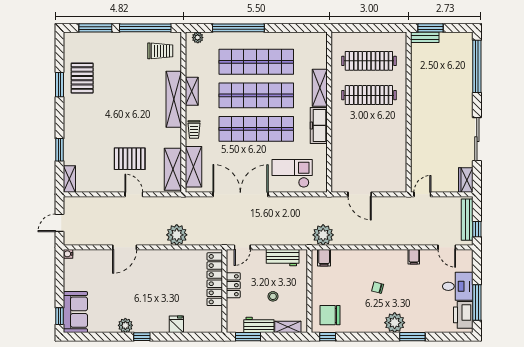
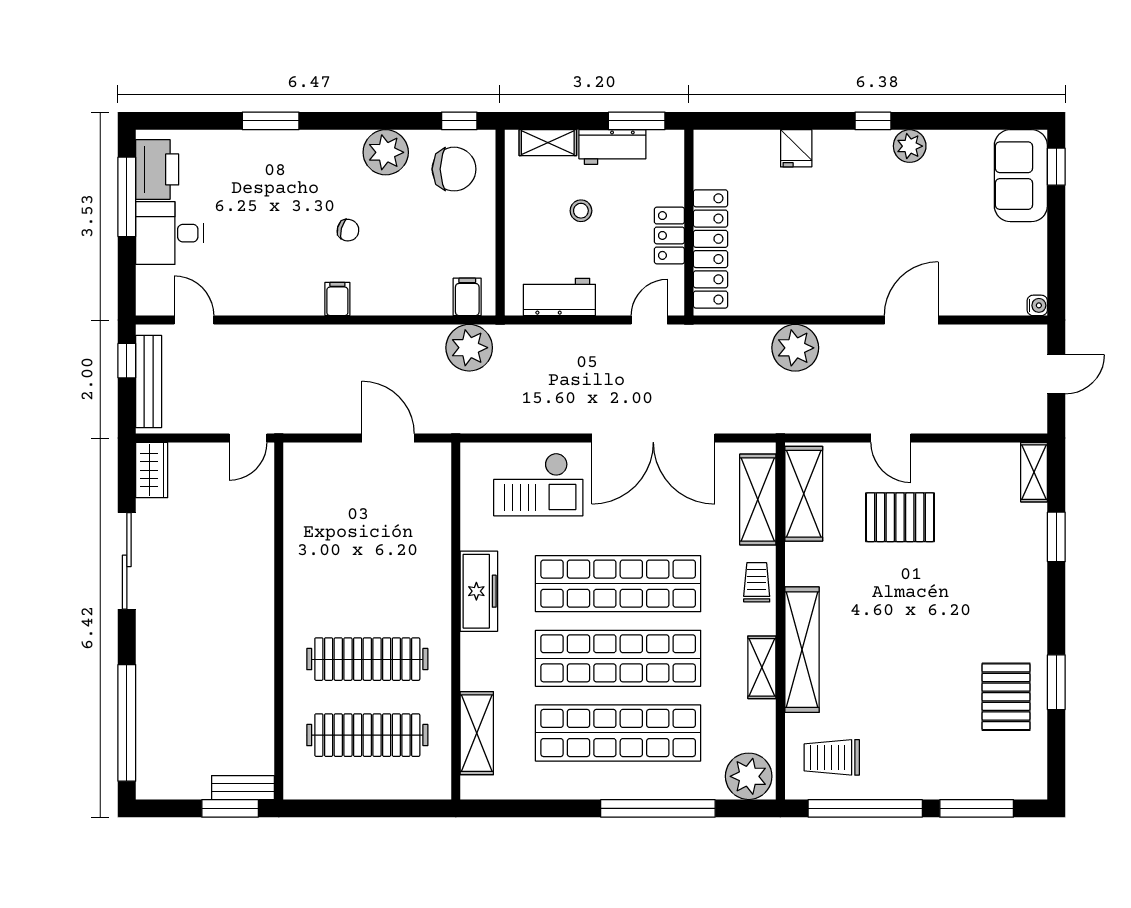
plant: (198, 38) -> (749, 776), width x1.87, depth x1.87
shelving: (320, 88) -> (477, 733), moved
filing cabinet: (414, 257) -> (337, 299), moved
plant: (395, 323) -> (386, 152), moved

